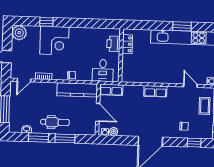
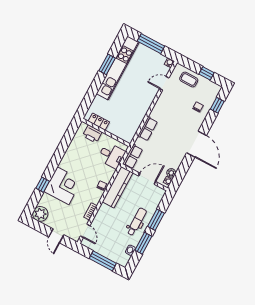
row of seats: (155, 91) -> (148, 129), moved

